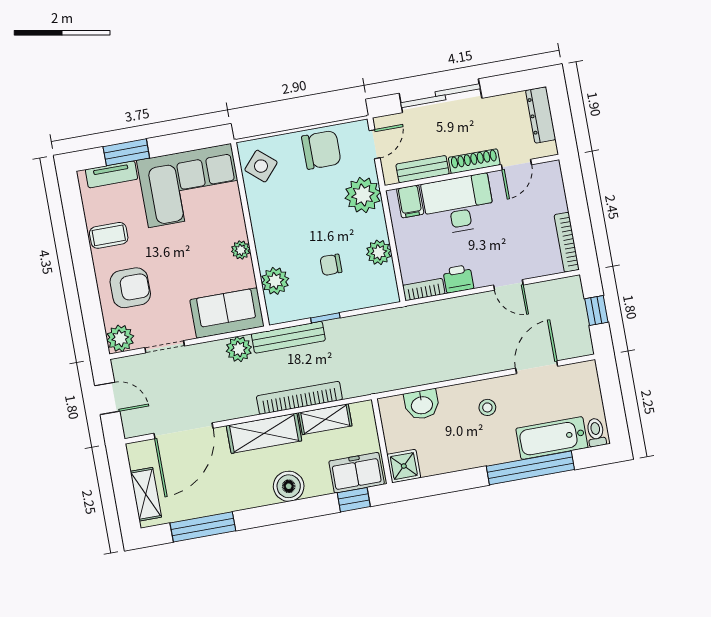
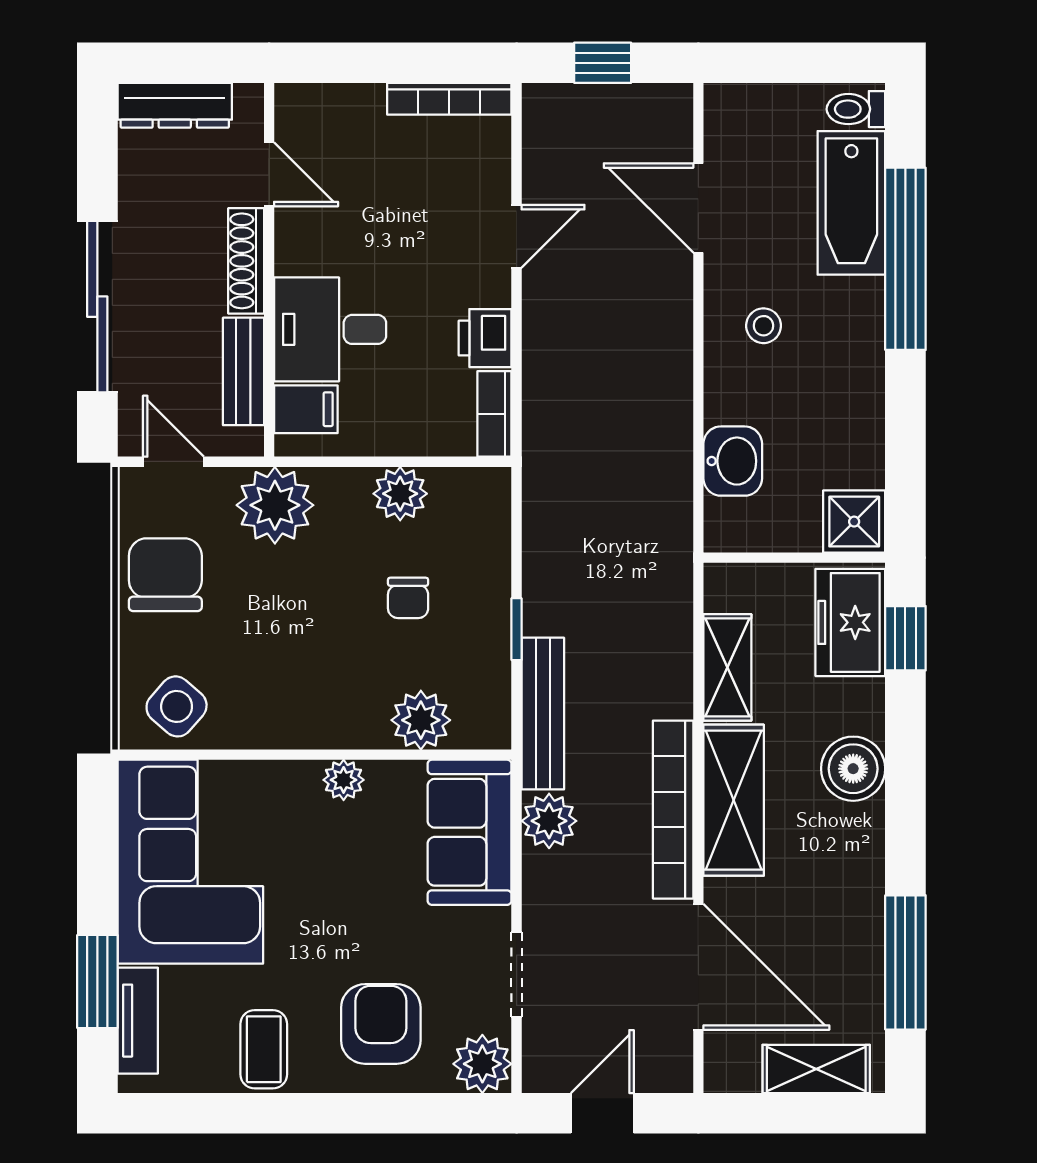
desk: (458, 204) -> (330, 329), width x0.73
bookcase: (299, 398) -> (673, 810), moved

